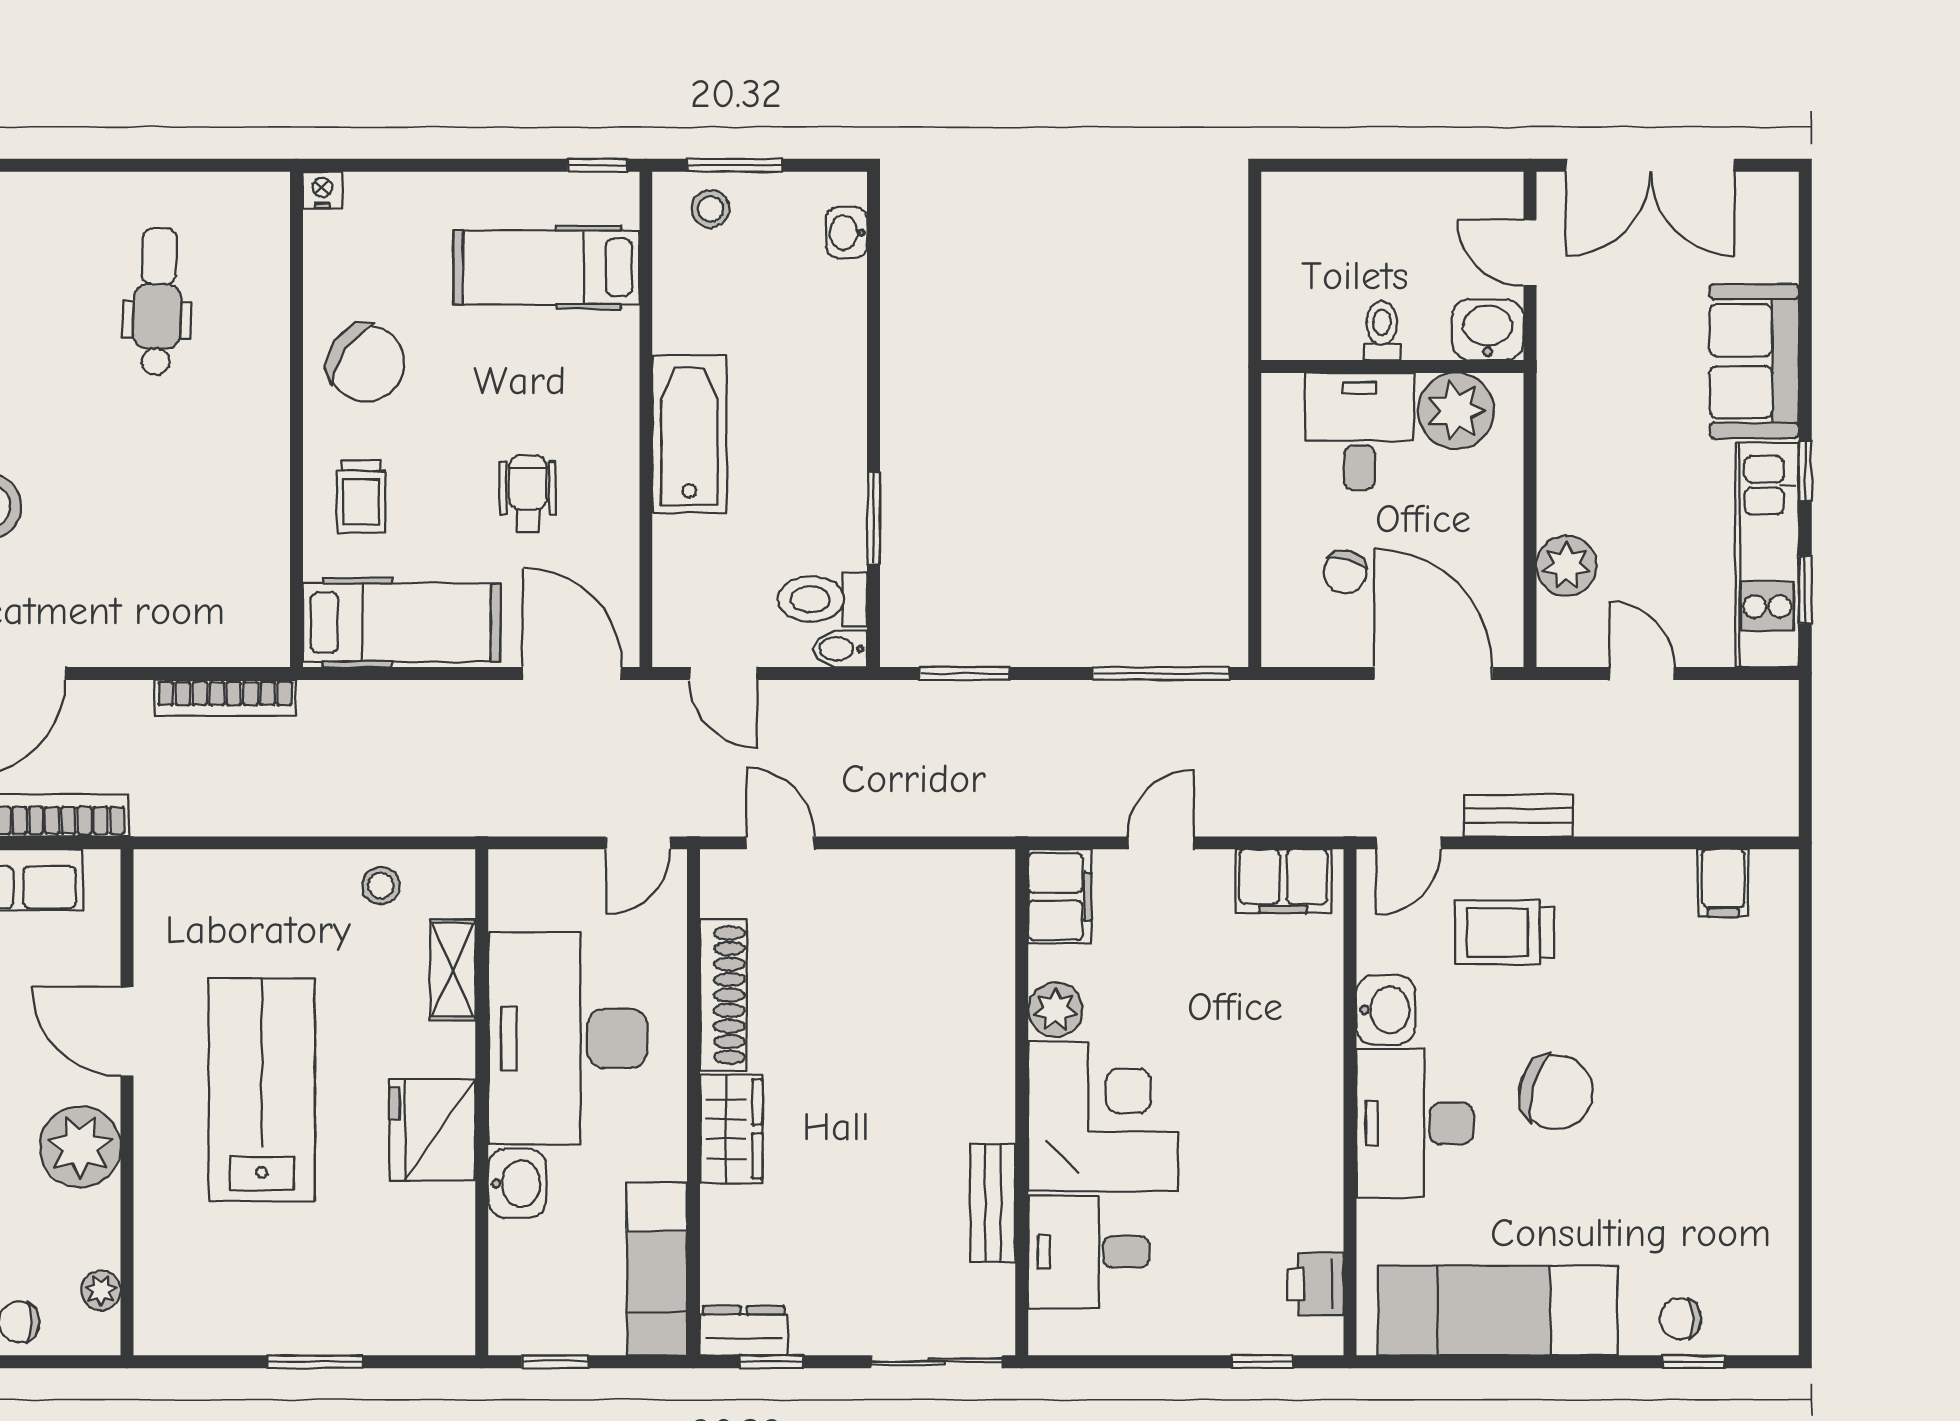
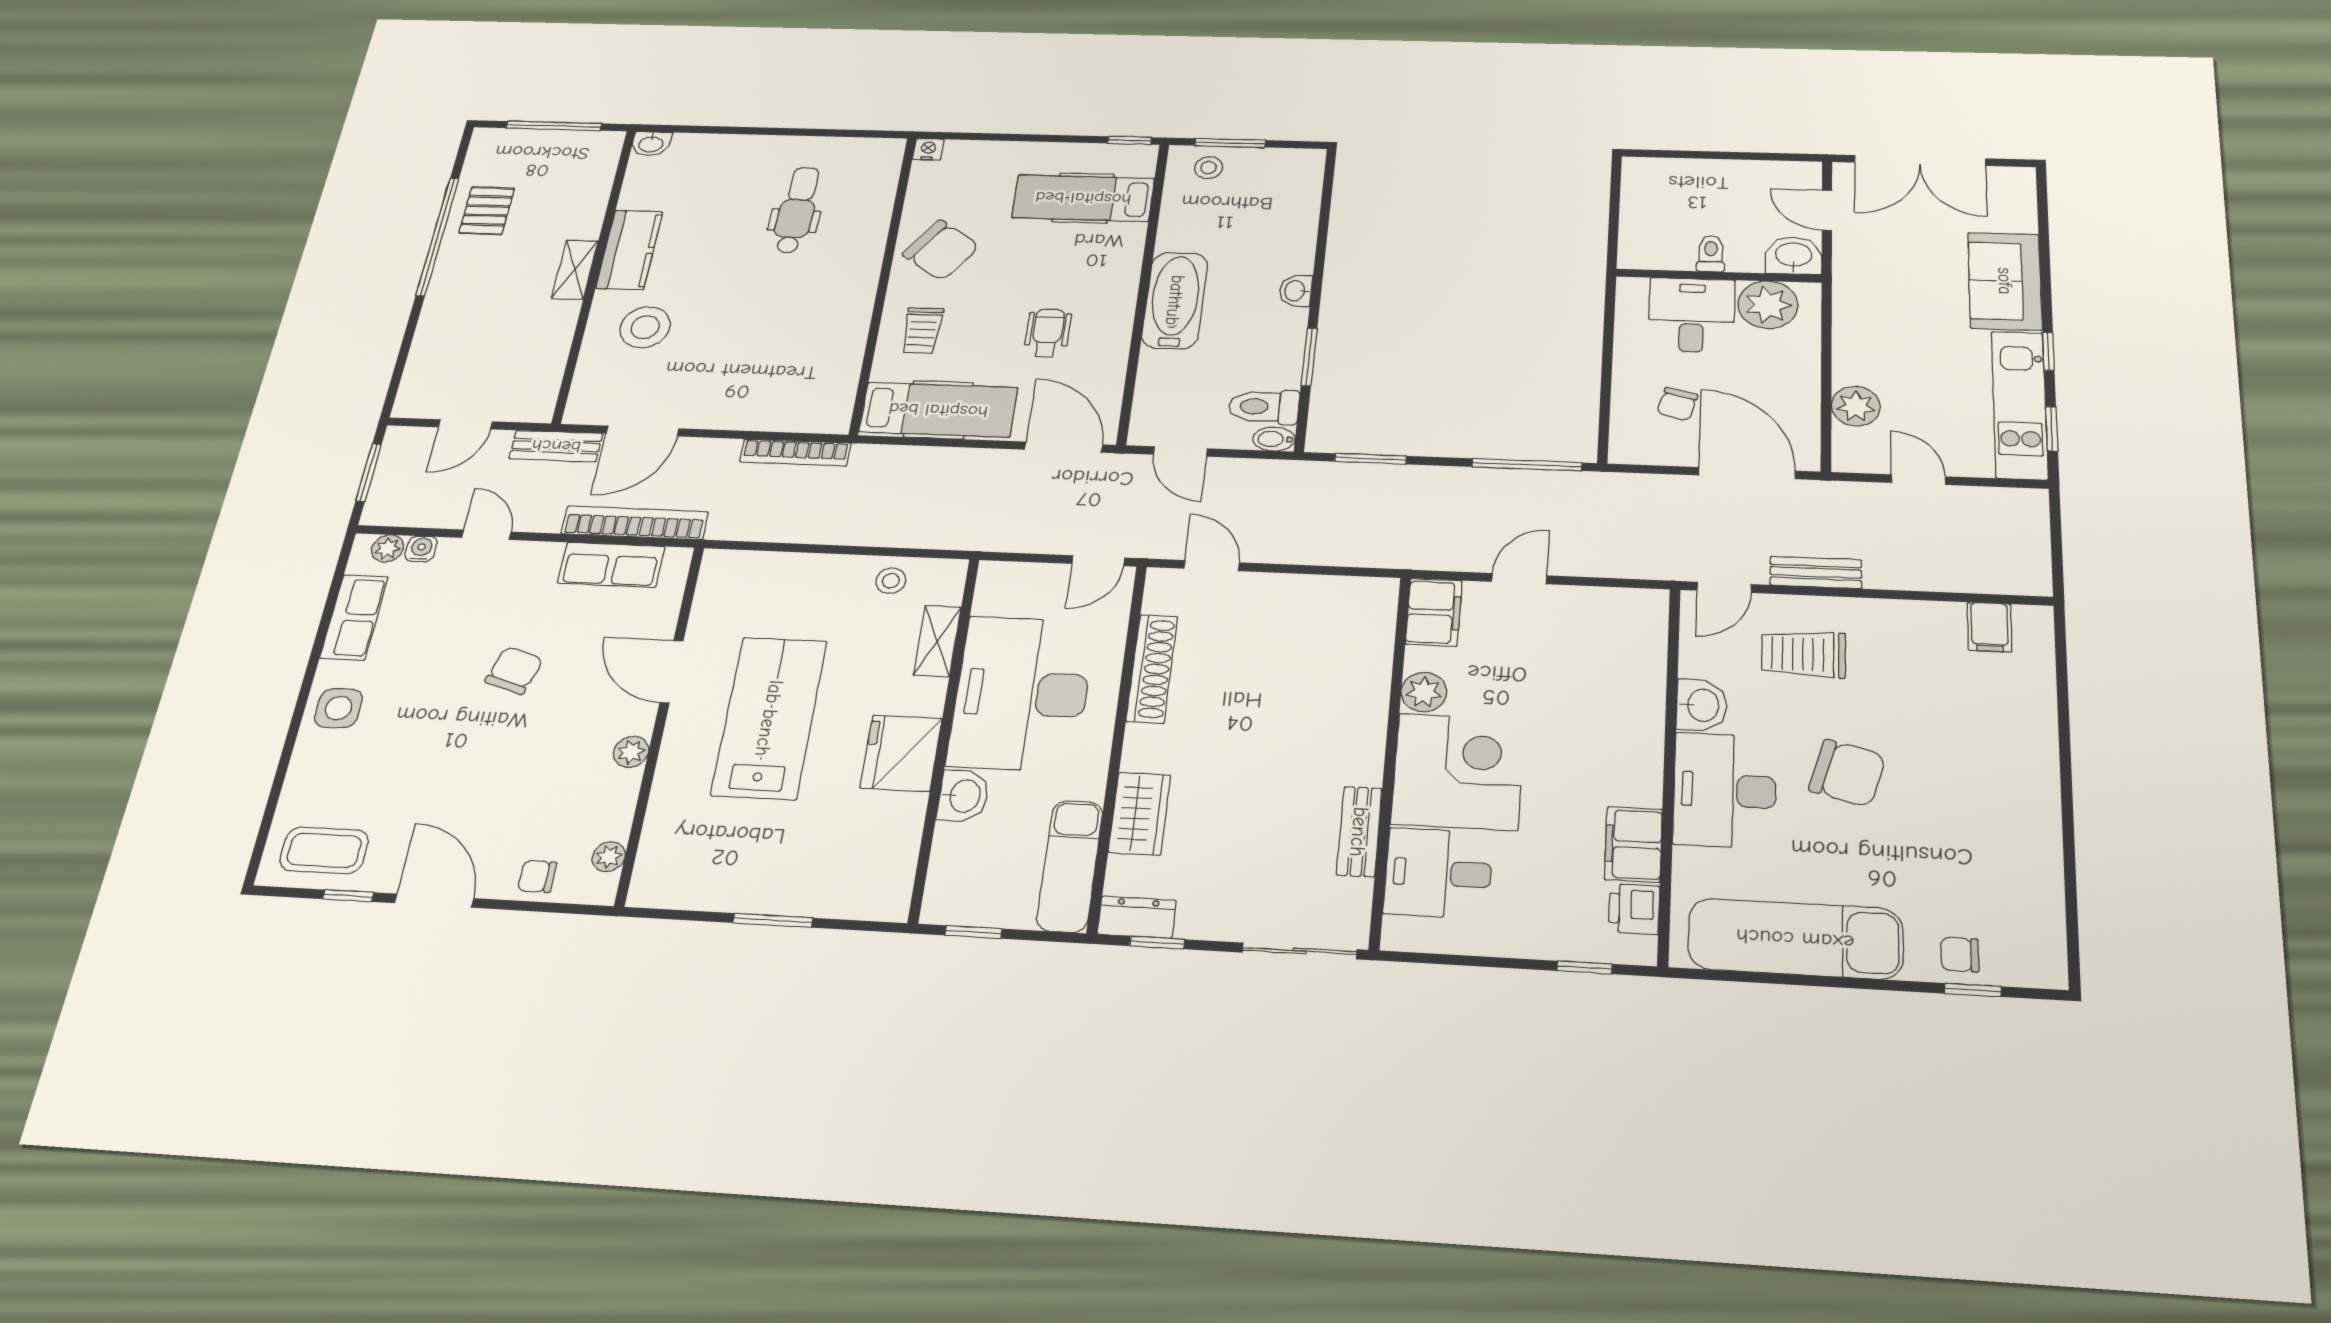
washbasin: (846, 233) -> (1296, 291), moved
filing cabinet: (1283, 881) -> (1633, 844), moved, turned 90
wardrobe: (731, 1129) -> (1139, 814), moved
plant: (80, 1147) -> (631, 752), width x0.53, depth x0.53

